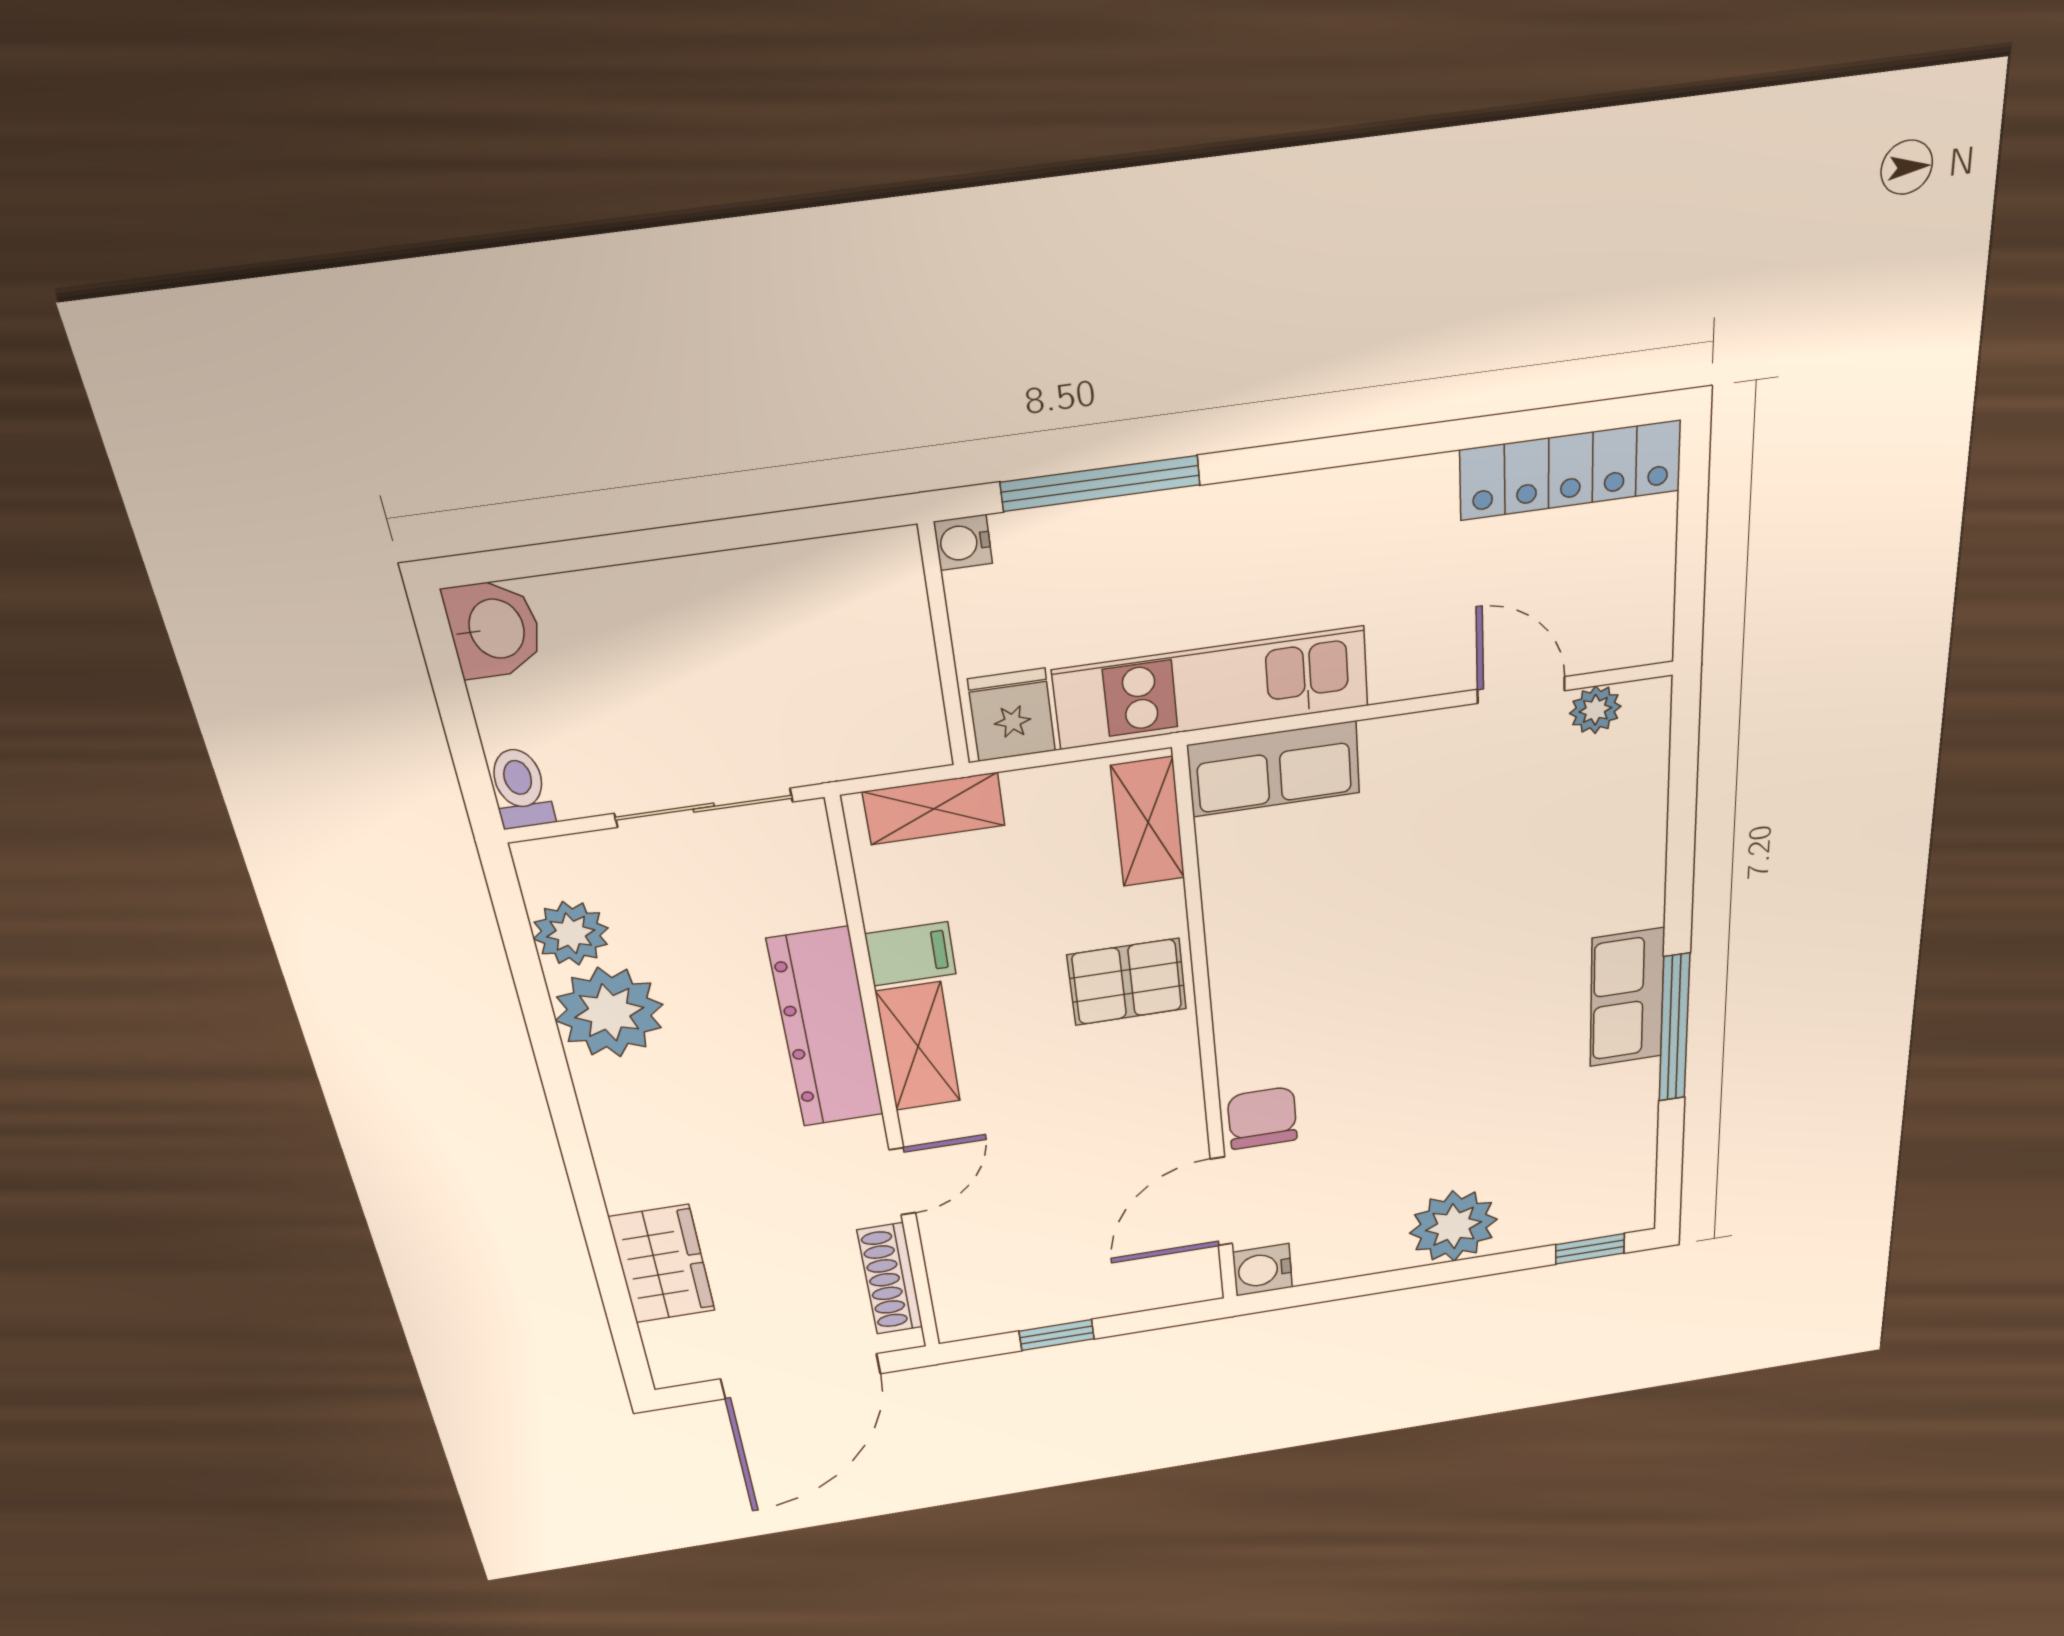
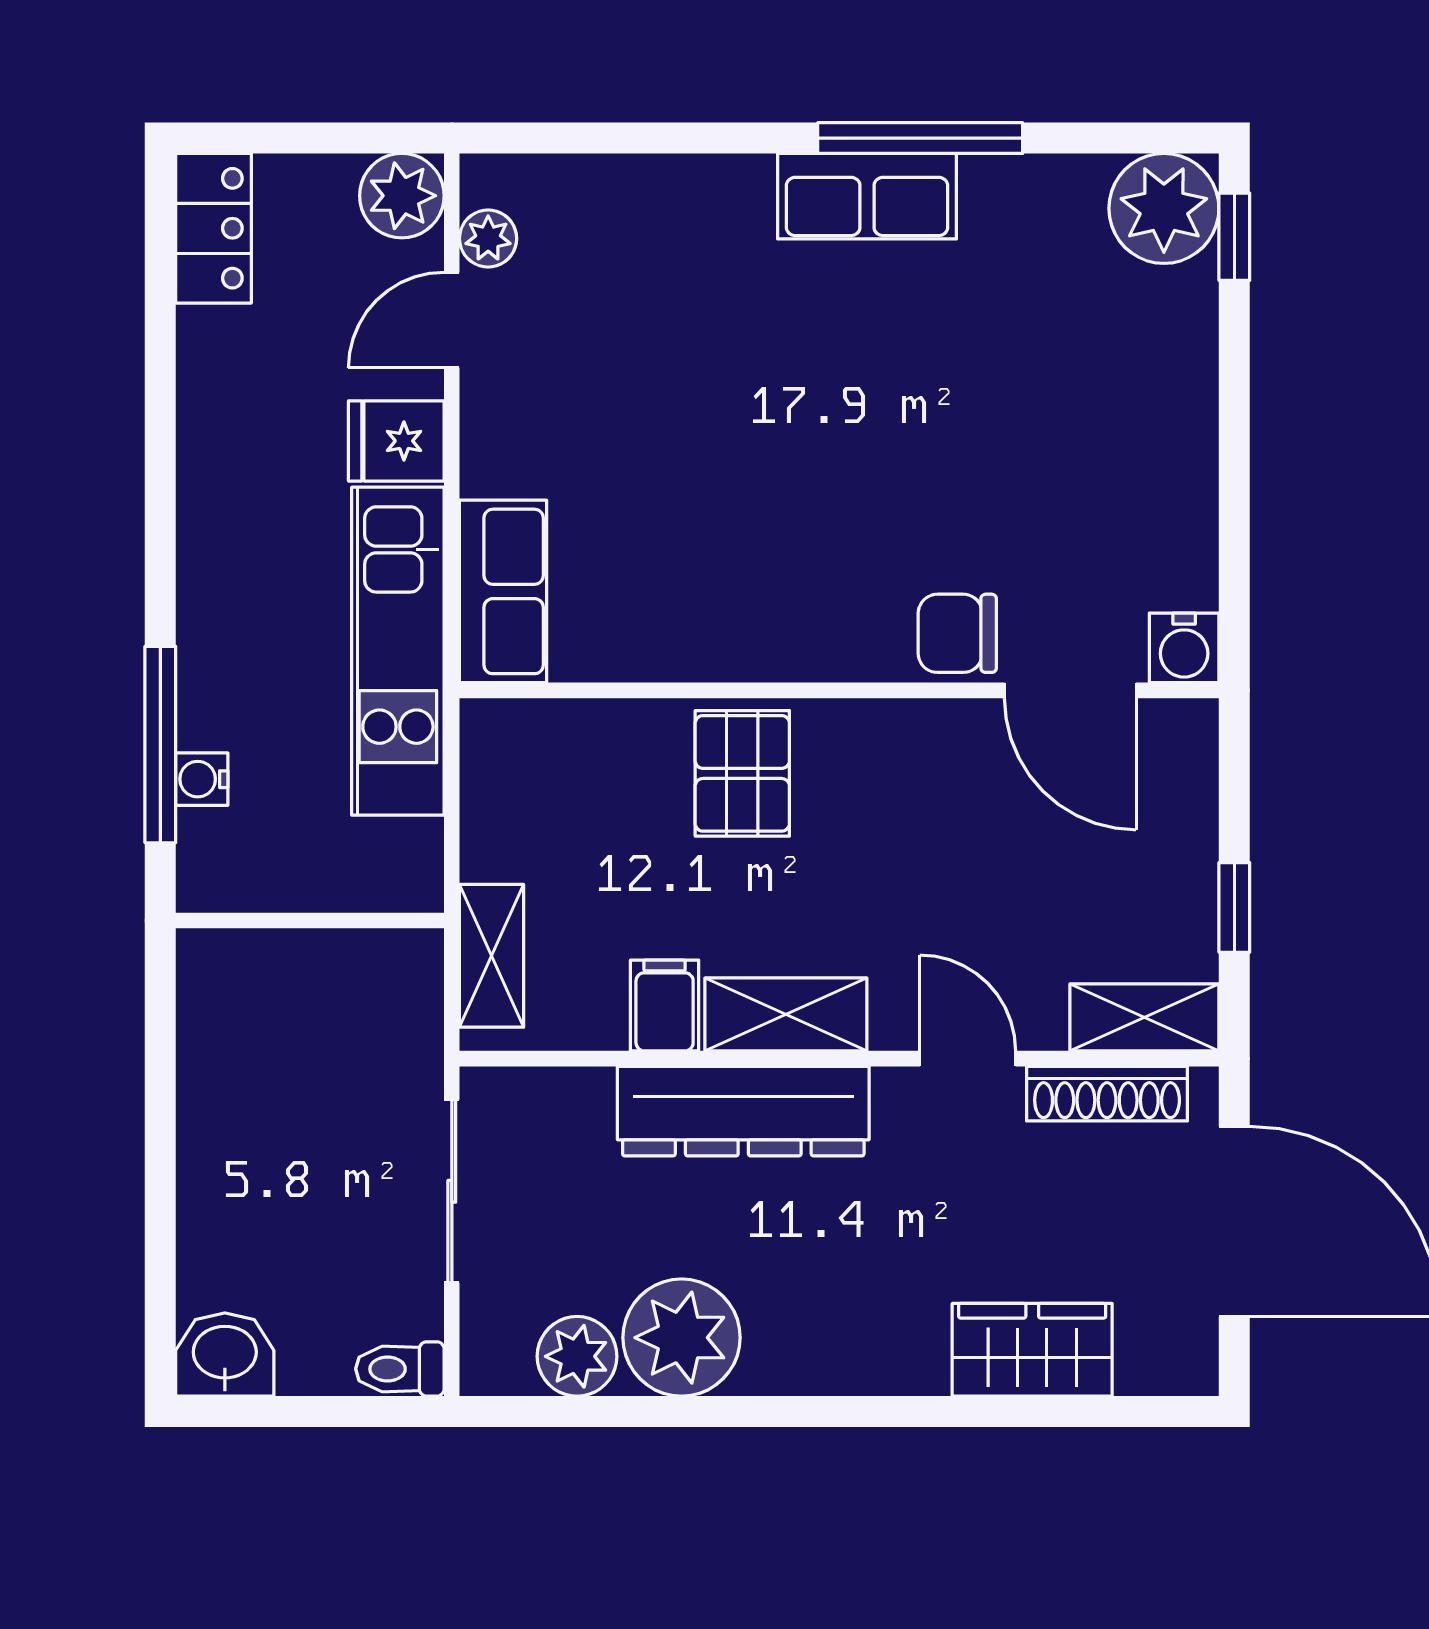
locker: (1570, 470) -> (213, 228), width x0.66
water cooler: (963, 543) -> (202, 779), moved, turned 90
plant: (1636, 631) -> (402, 196), added
fridge: (1012, 715) -> (396, 441), moved
shelving: (1148, 822) -> (1144, 1017), moved
plant: (1454, 1226) -> (1164, 208), moved

